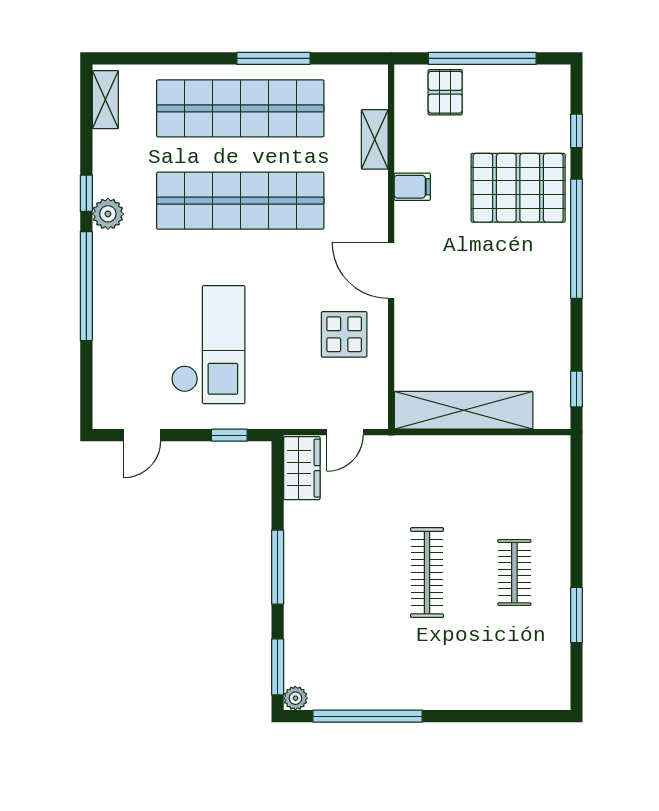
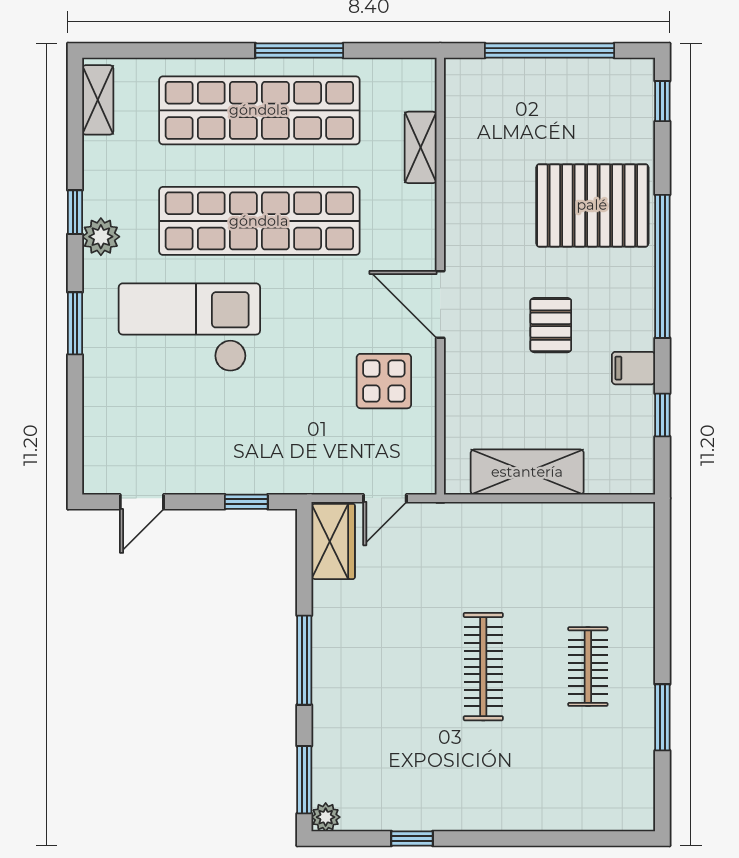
pallet: (445, 92) -> (551, 325), moved
window: (576, 131) -> (662, 101), moved
filing cabinet: (412, 187) -> (633, 368), moved, turned 180
window: (86, 286) -> (75, 323), width x0.47
checkout: (208, 345) -> (189, 327), moved, turned -90
window: (576, 389) -> (662, 415), moved
shelving: (464, 410) -> (527, 472), width x0.68
window: (368, 716) -> (412, 839), width x0.32

